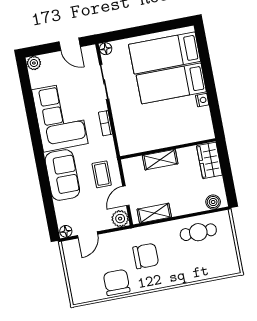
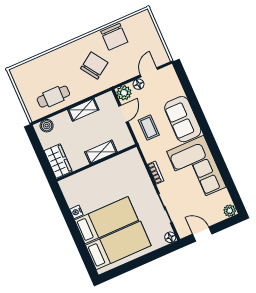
shelving: (154, 213) -> (83, 110), moved
floor lamp: (66, 231) -> (139, 84), moved
chair: (146, 256) -> (94, 65), turned 146

